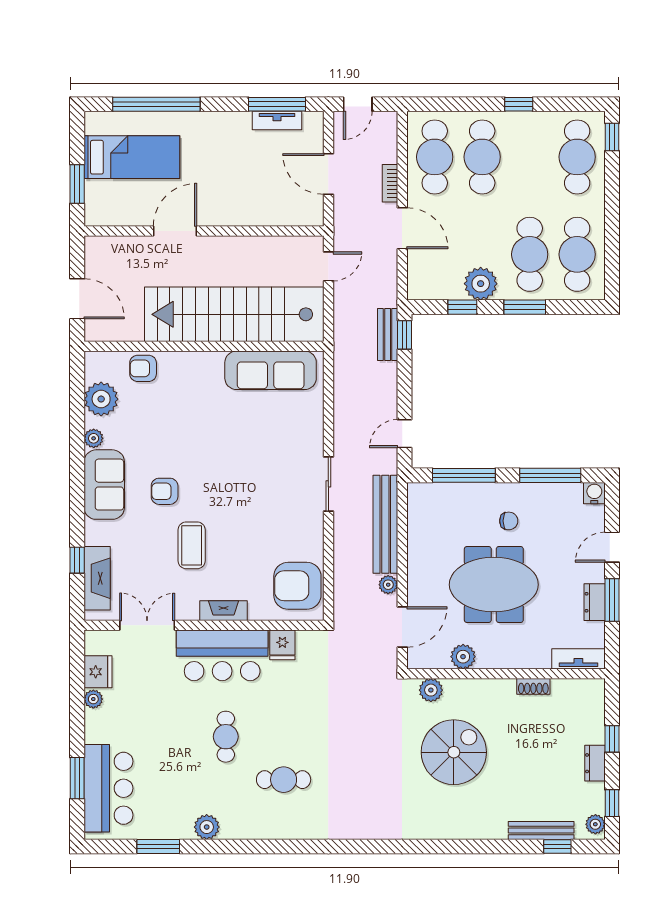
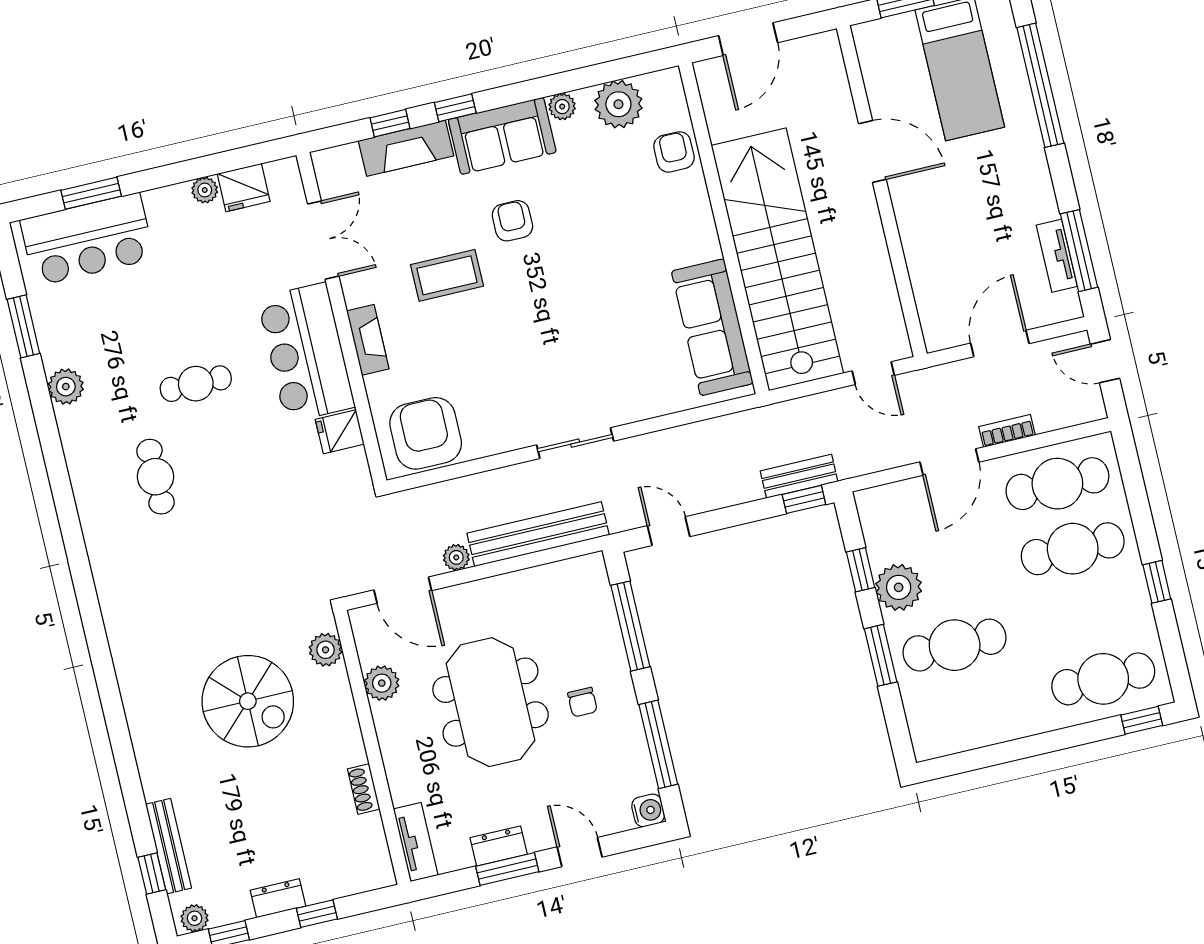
cafe table: (577, 254) -> (970, 710), removed
window: (77, 512) -> (455, 108), added
fireplace: (97, 578) -> (406, 148), moved

